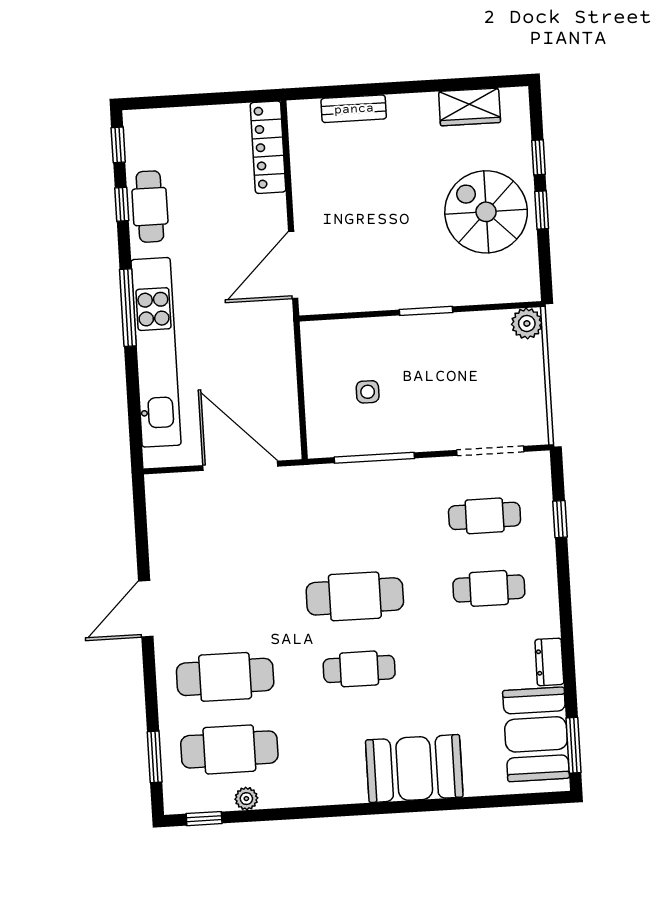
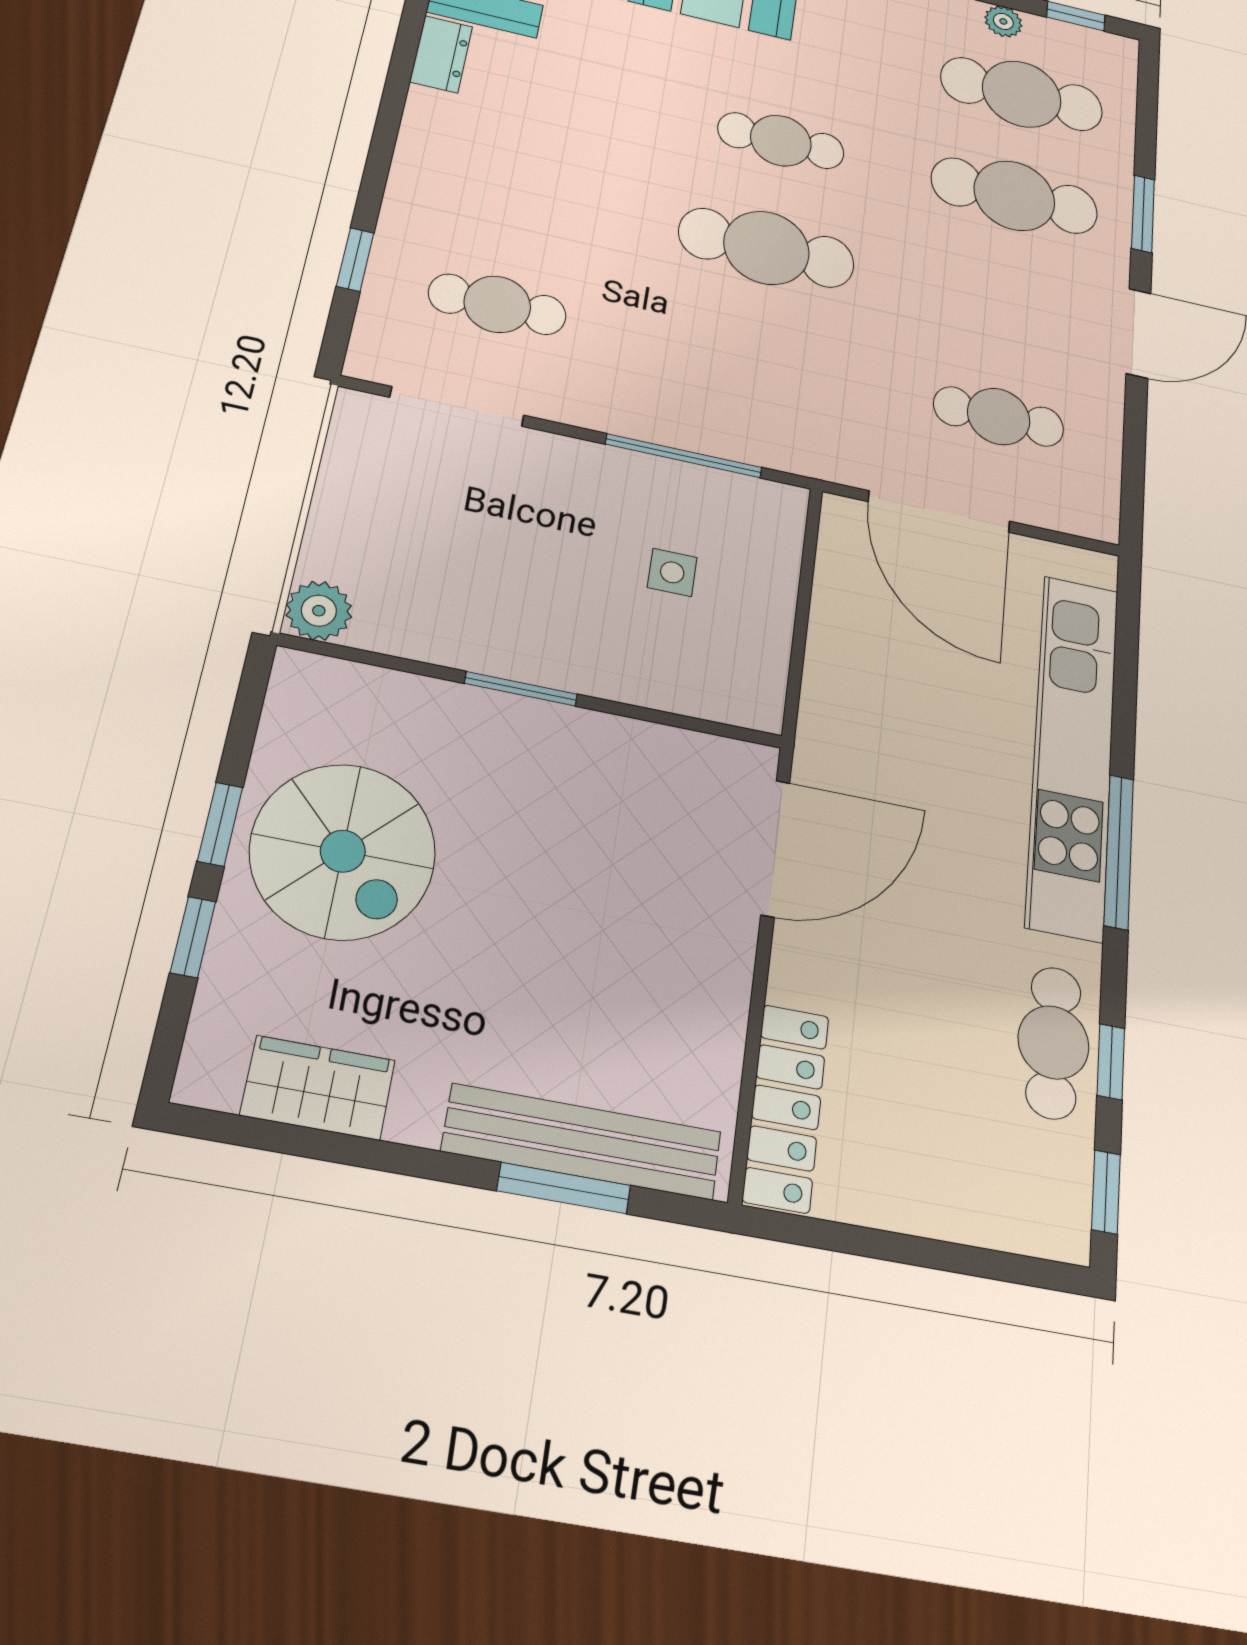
window: (357, 90) -> (564, 1188), added
bench: (354, 109) -> (582, 1142), width x1.86, depth x1.21
cafe table: (489, 588) -> (999, 416), moved
window: (155, 757) -> (1143, 214), moved

